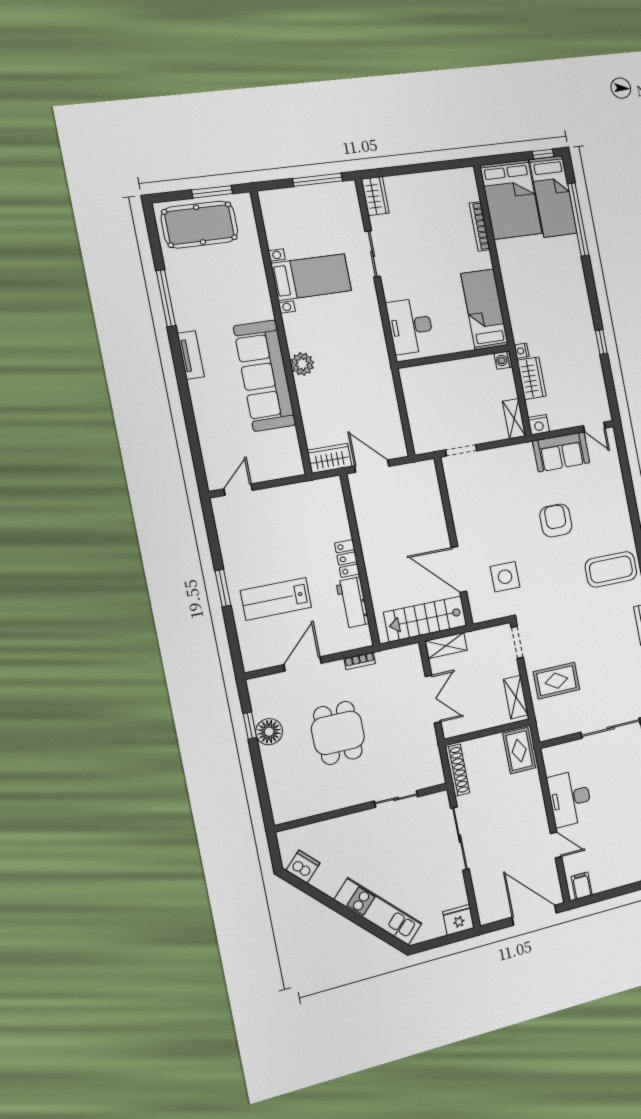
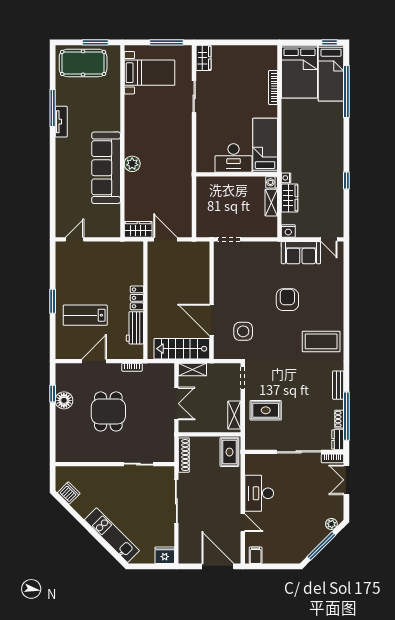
bed with nightstands: (311, 277) -> (149, 73), moved
desk: (410, 326) -> (234, 158), moved, turned -90
tv unit: (191, 355) -> (61, 122), moved
shelving: (514, 419) -> (271, 203), moved

